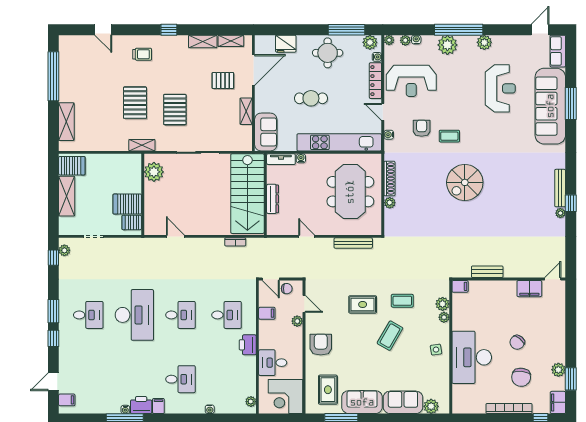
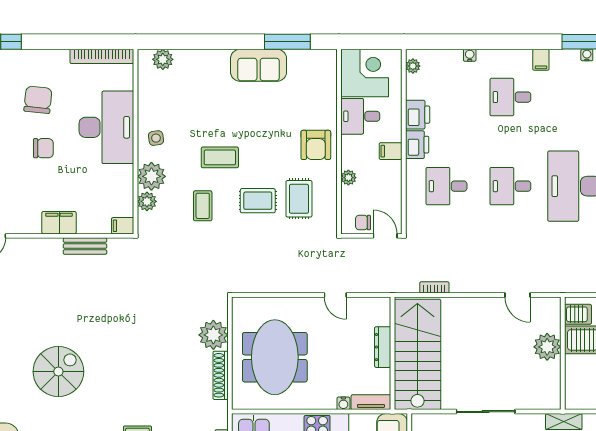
plant: (154, 172) -> (547, 347), moved
spiral stairs: (465, 182) -> (58, 372), moved
plant: (390, 203) -> (213, 335), width x1.88, depth x1.88
bench: (353, 243) -> (271, 286), removed
filing cabinet: (529, 289) -> (59, 223), moved
coffee table: (402, 301) -> (203, 206), turned 90
door: (304, 304) -> (339, 201), removed
filing cabinet: (267, 313) -> (391, 151), moved
plant: (444, 317) -> (151, 176), width x1.88, depth x1.88
coffee table: (390, 336) -> (220, 157), turned 60
chair: (517, 342) -> (43, 148), turned 50
desk: (273, 363) -> (360, 116), moved, turned 180
rug: (328, 390) -> (299, 199), moved
sofa: (403, 402) -> (202, 65), removed
printer: (141, 405) -> (418, 115), moved, turned -90
bookcase: (509, 409) -> (102, 56), moved

